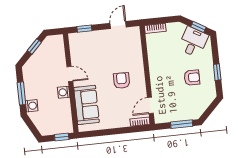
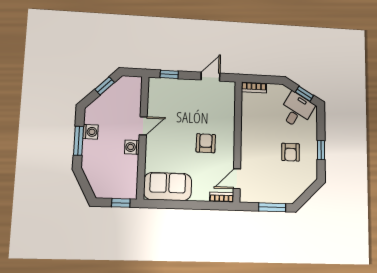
door: (70, 74) -> (143, 126), hinge flipped
armchair: (192, 78) -> (291, 152), turned 90
sofa: (87, 105) -> (168, 186), moved, turned -90
washing machine: (32, 106) -> (90, 132), moved

